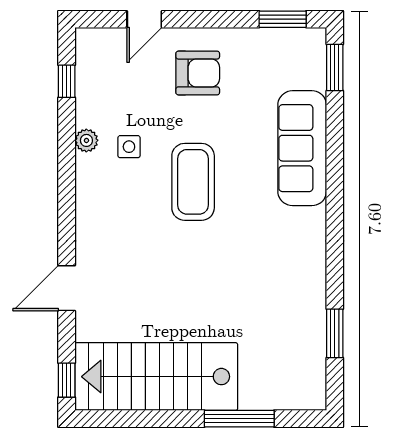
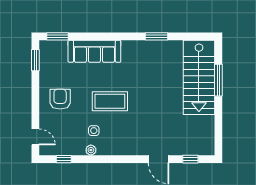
door: (144, 19) -> (35, 137), moved
window: (335, 333) -> (157, 36), moved
stairs: (156, 377) -> (199, 77), moved
window: (67, 380) -> (190, 159), moved

